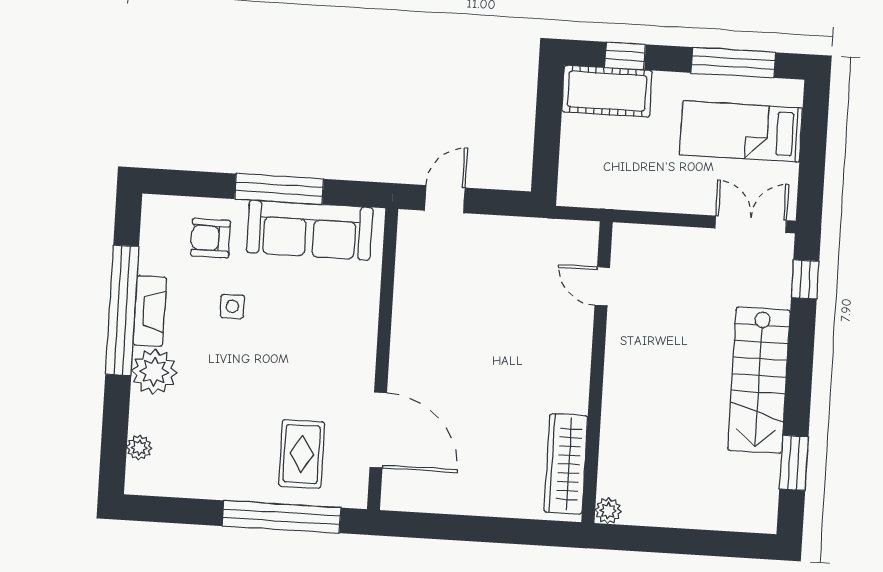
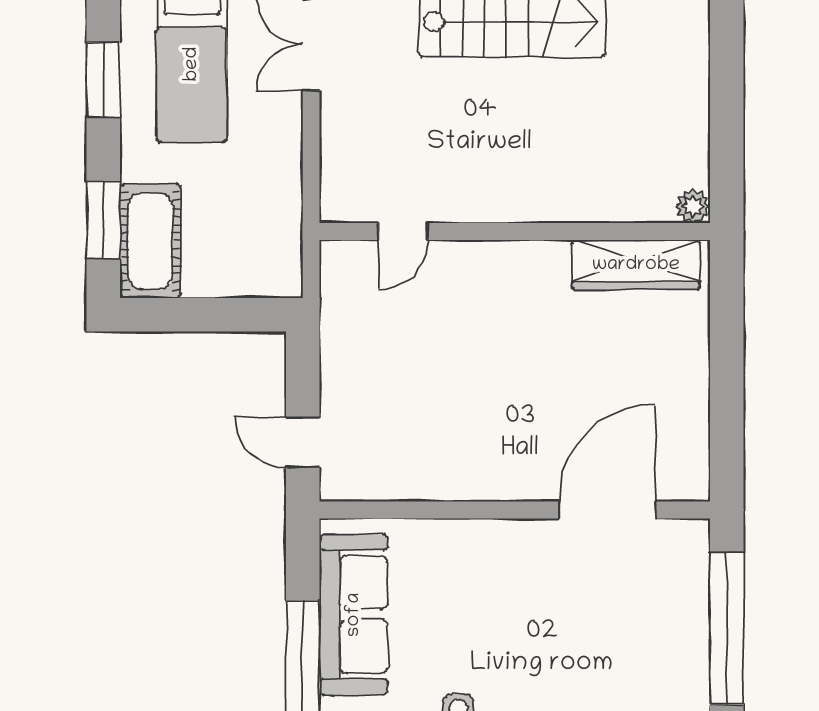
window: (625, 56) -> (103, 220), width x1.50
window: (733, 63) -> (103, 80), width x0.69
rug: (302, 454) -> (644, 607), removed

